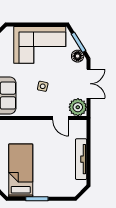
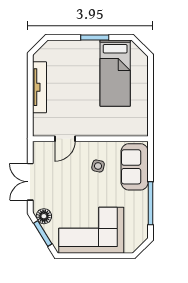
side table: (43, 86) -> (98, 166), moved
plant: (78, 107) -> (44, 152), removed
door: (61, 118) -> (65, 139), swing flipped

